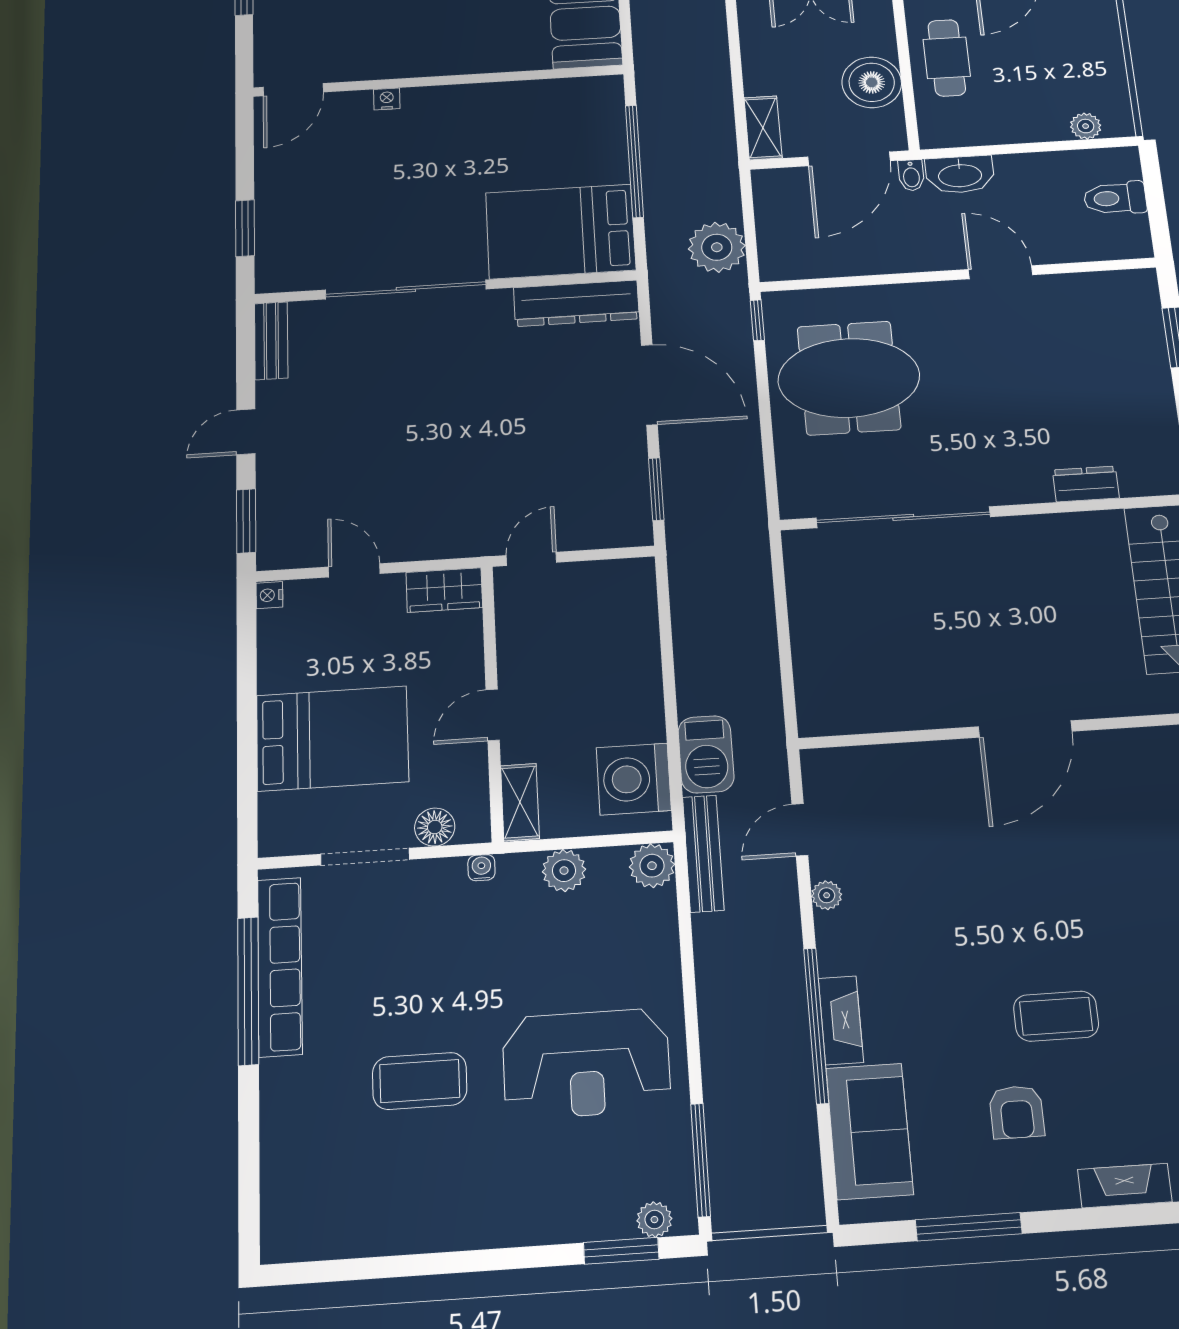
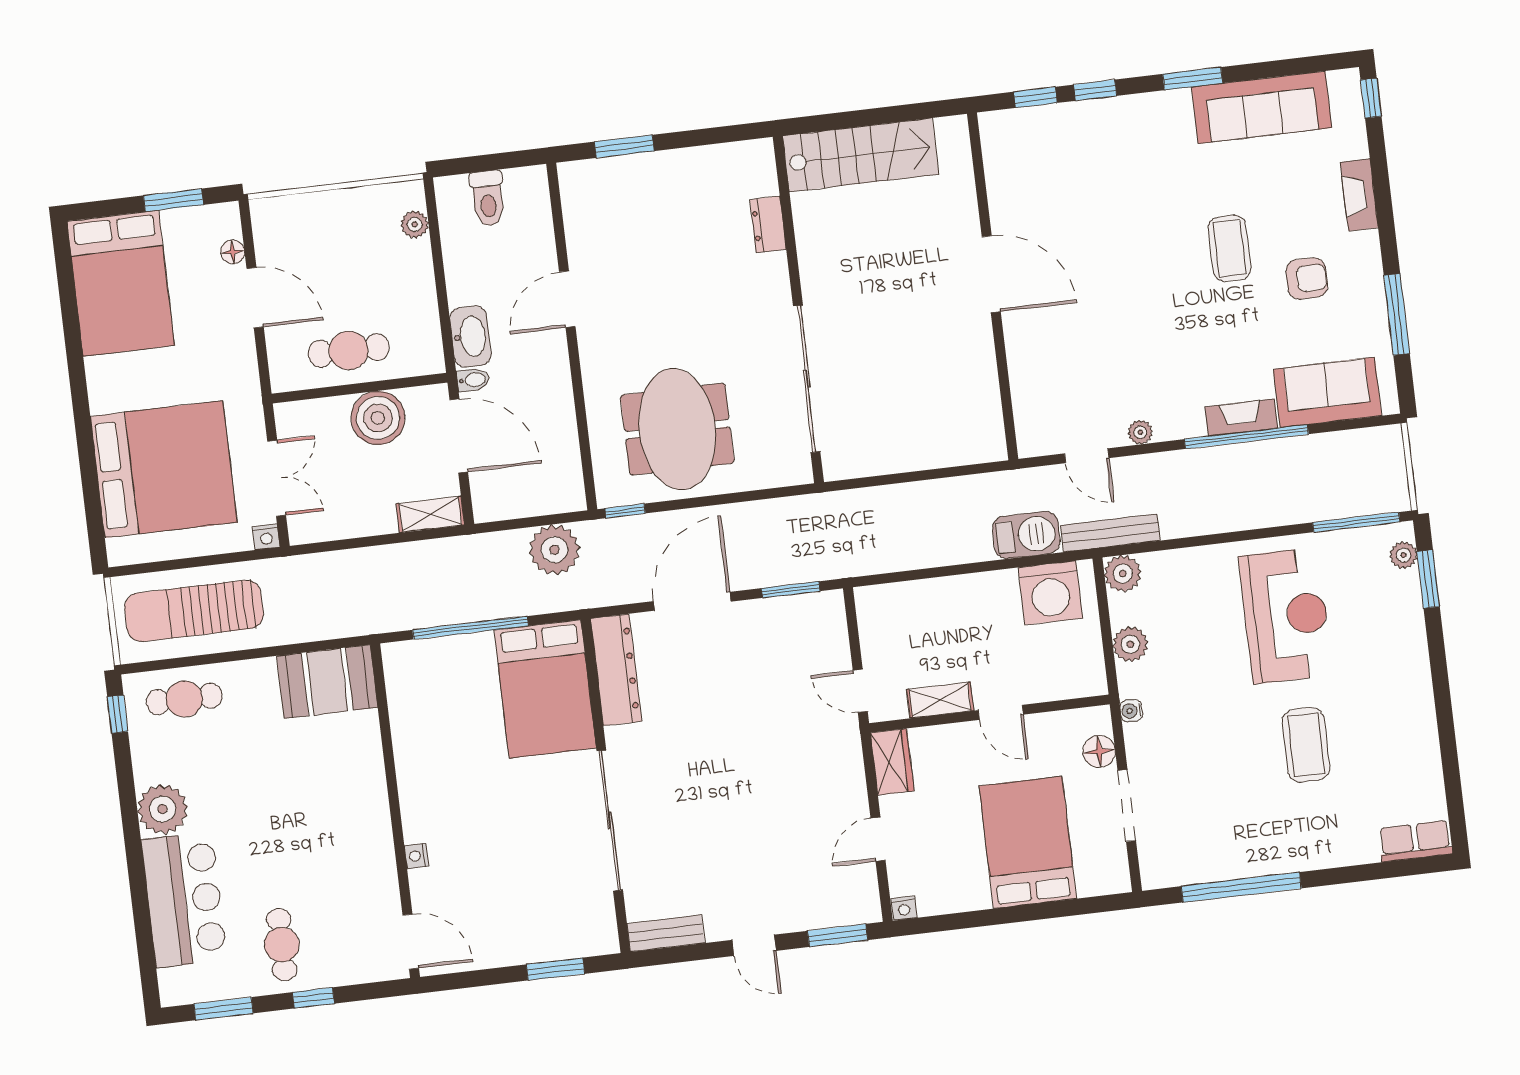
shelving: (520, 802) -> (940, 700), moved
row of seats: (280, 966) -> (1415, 841), moved, width x0.50

